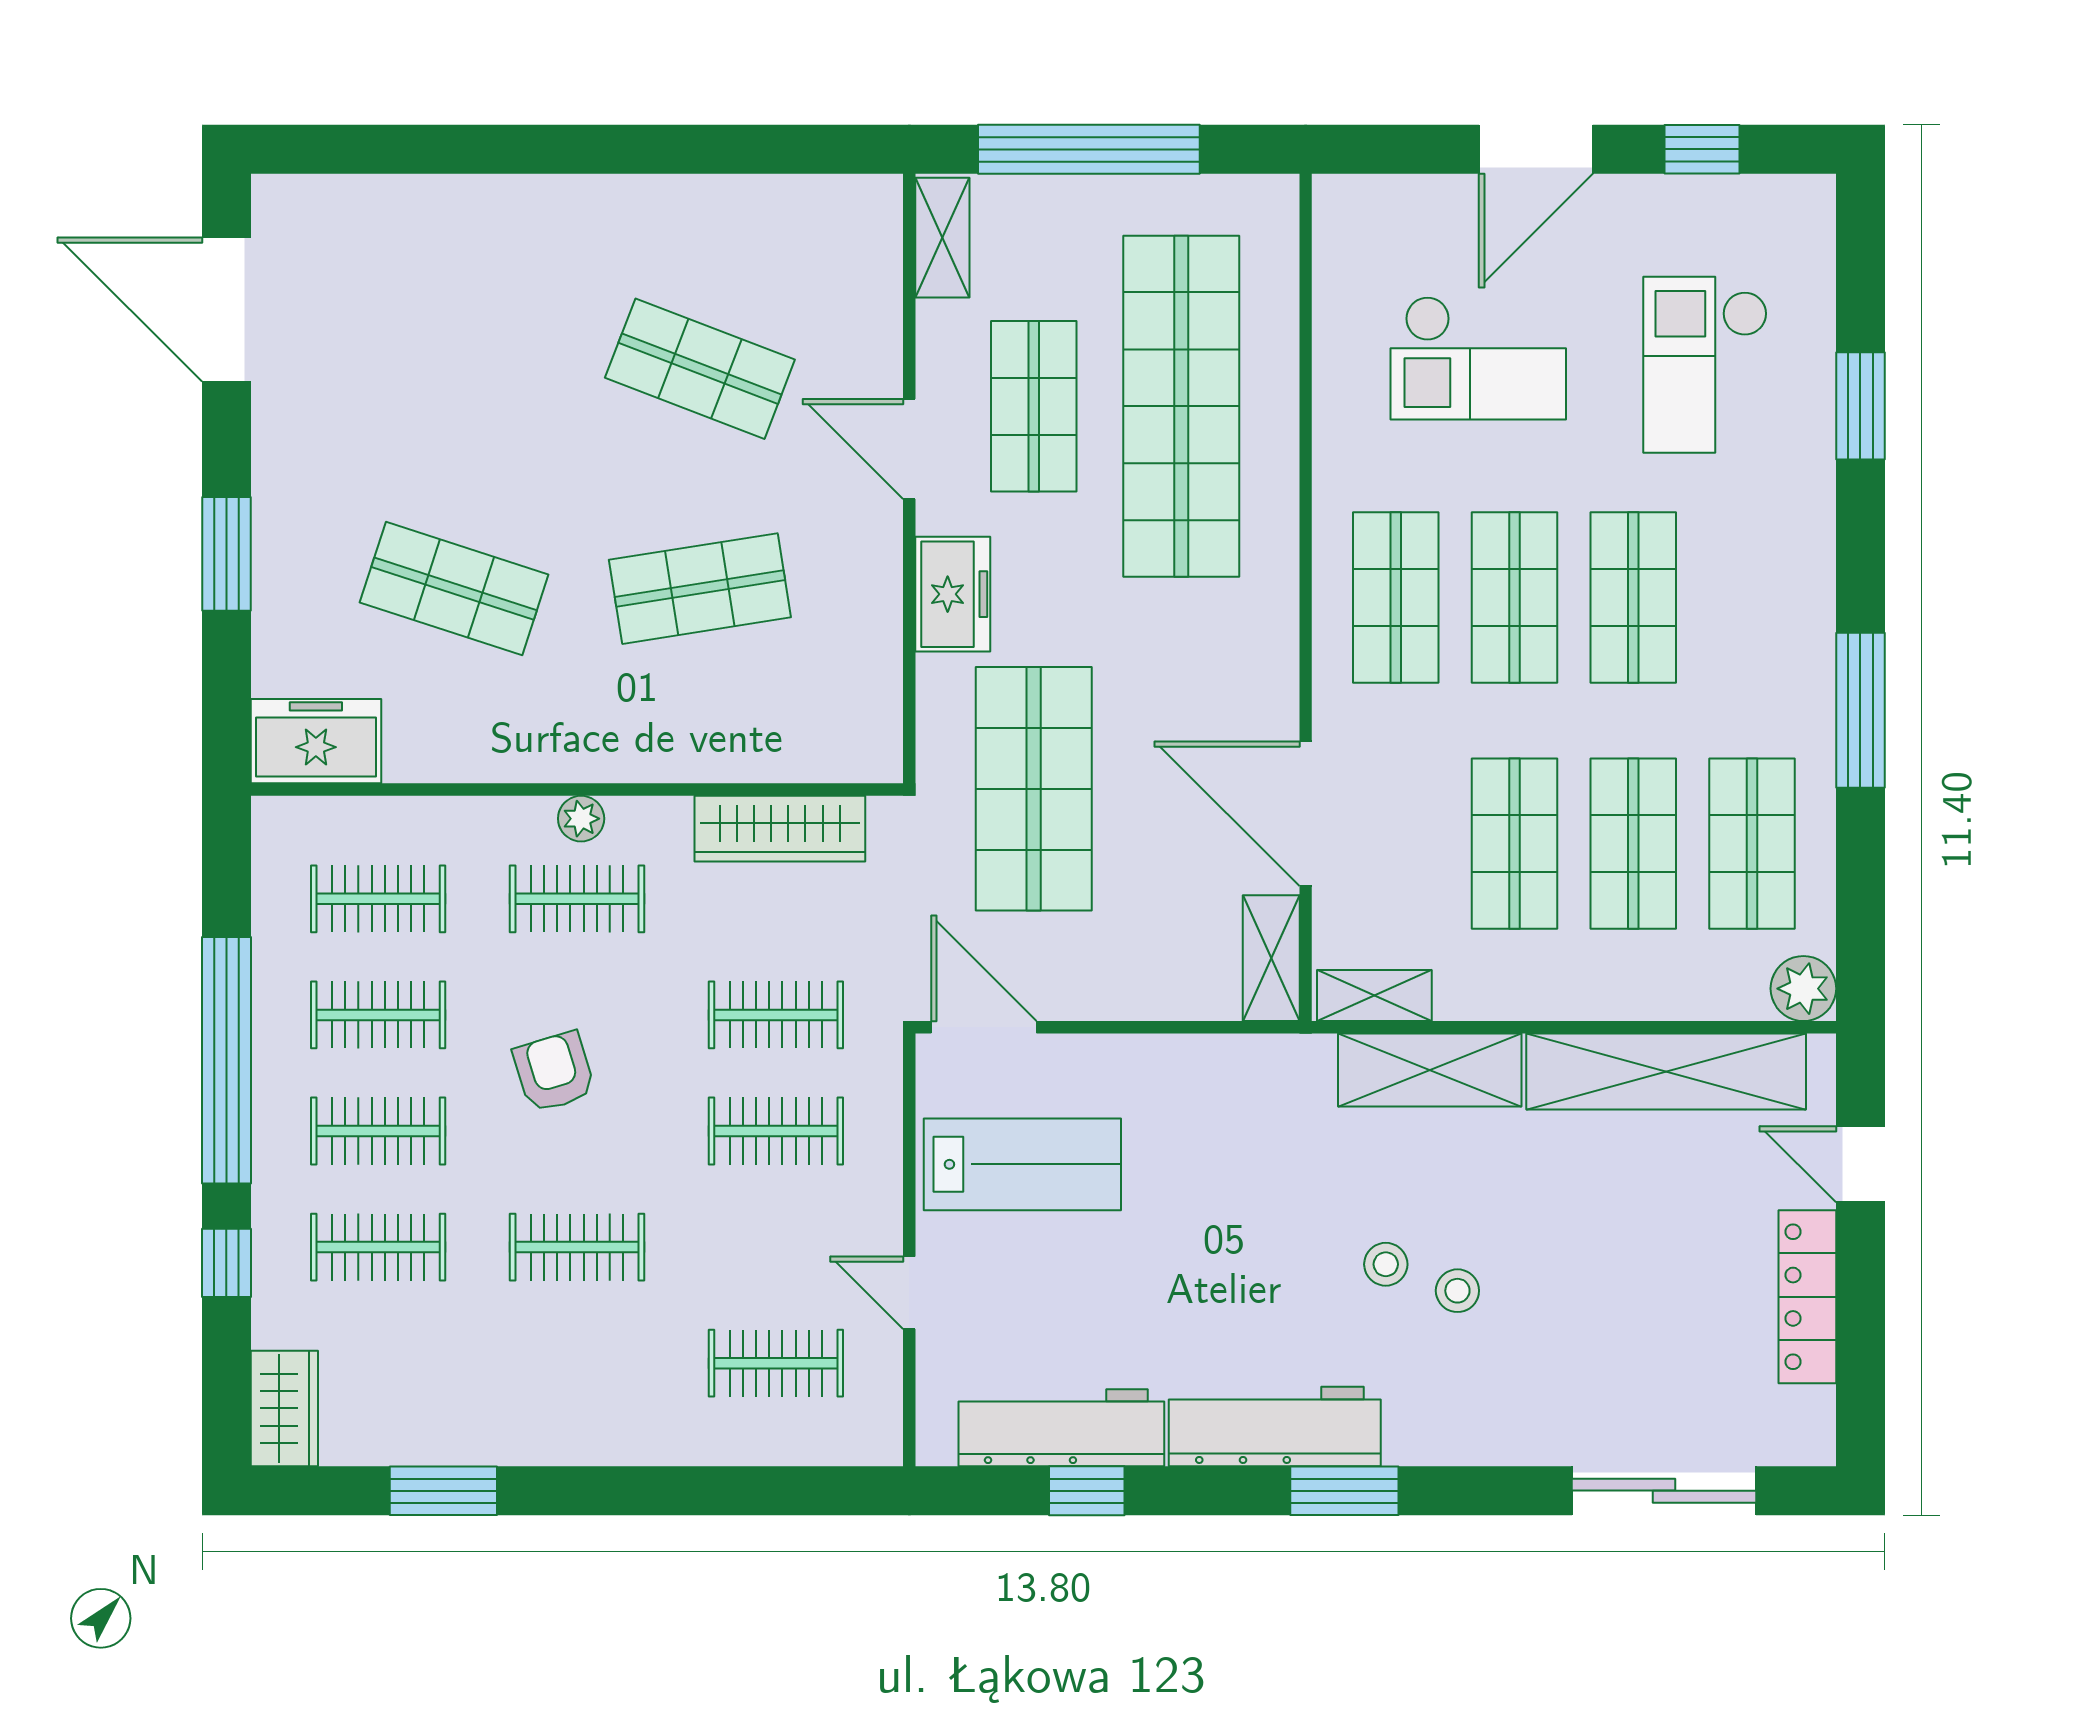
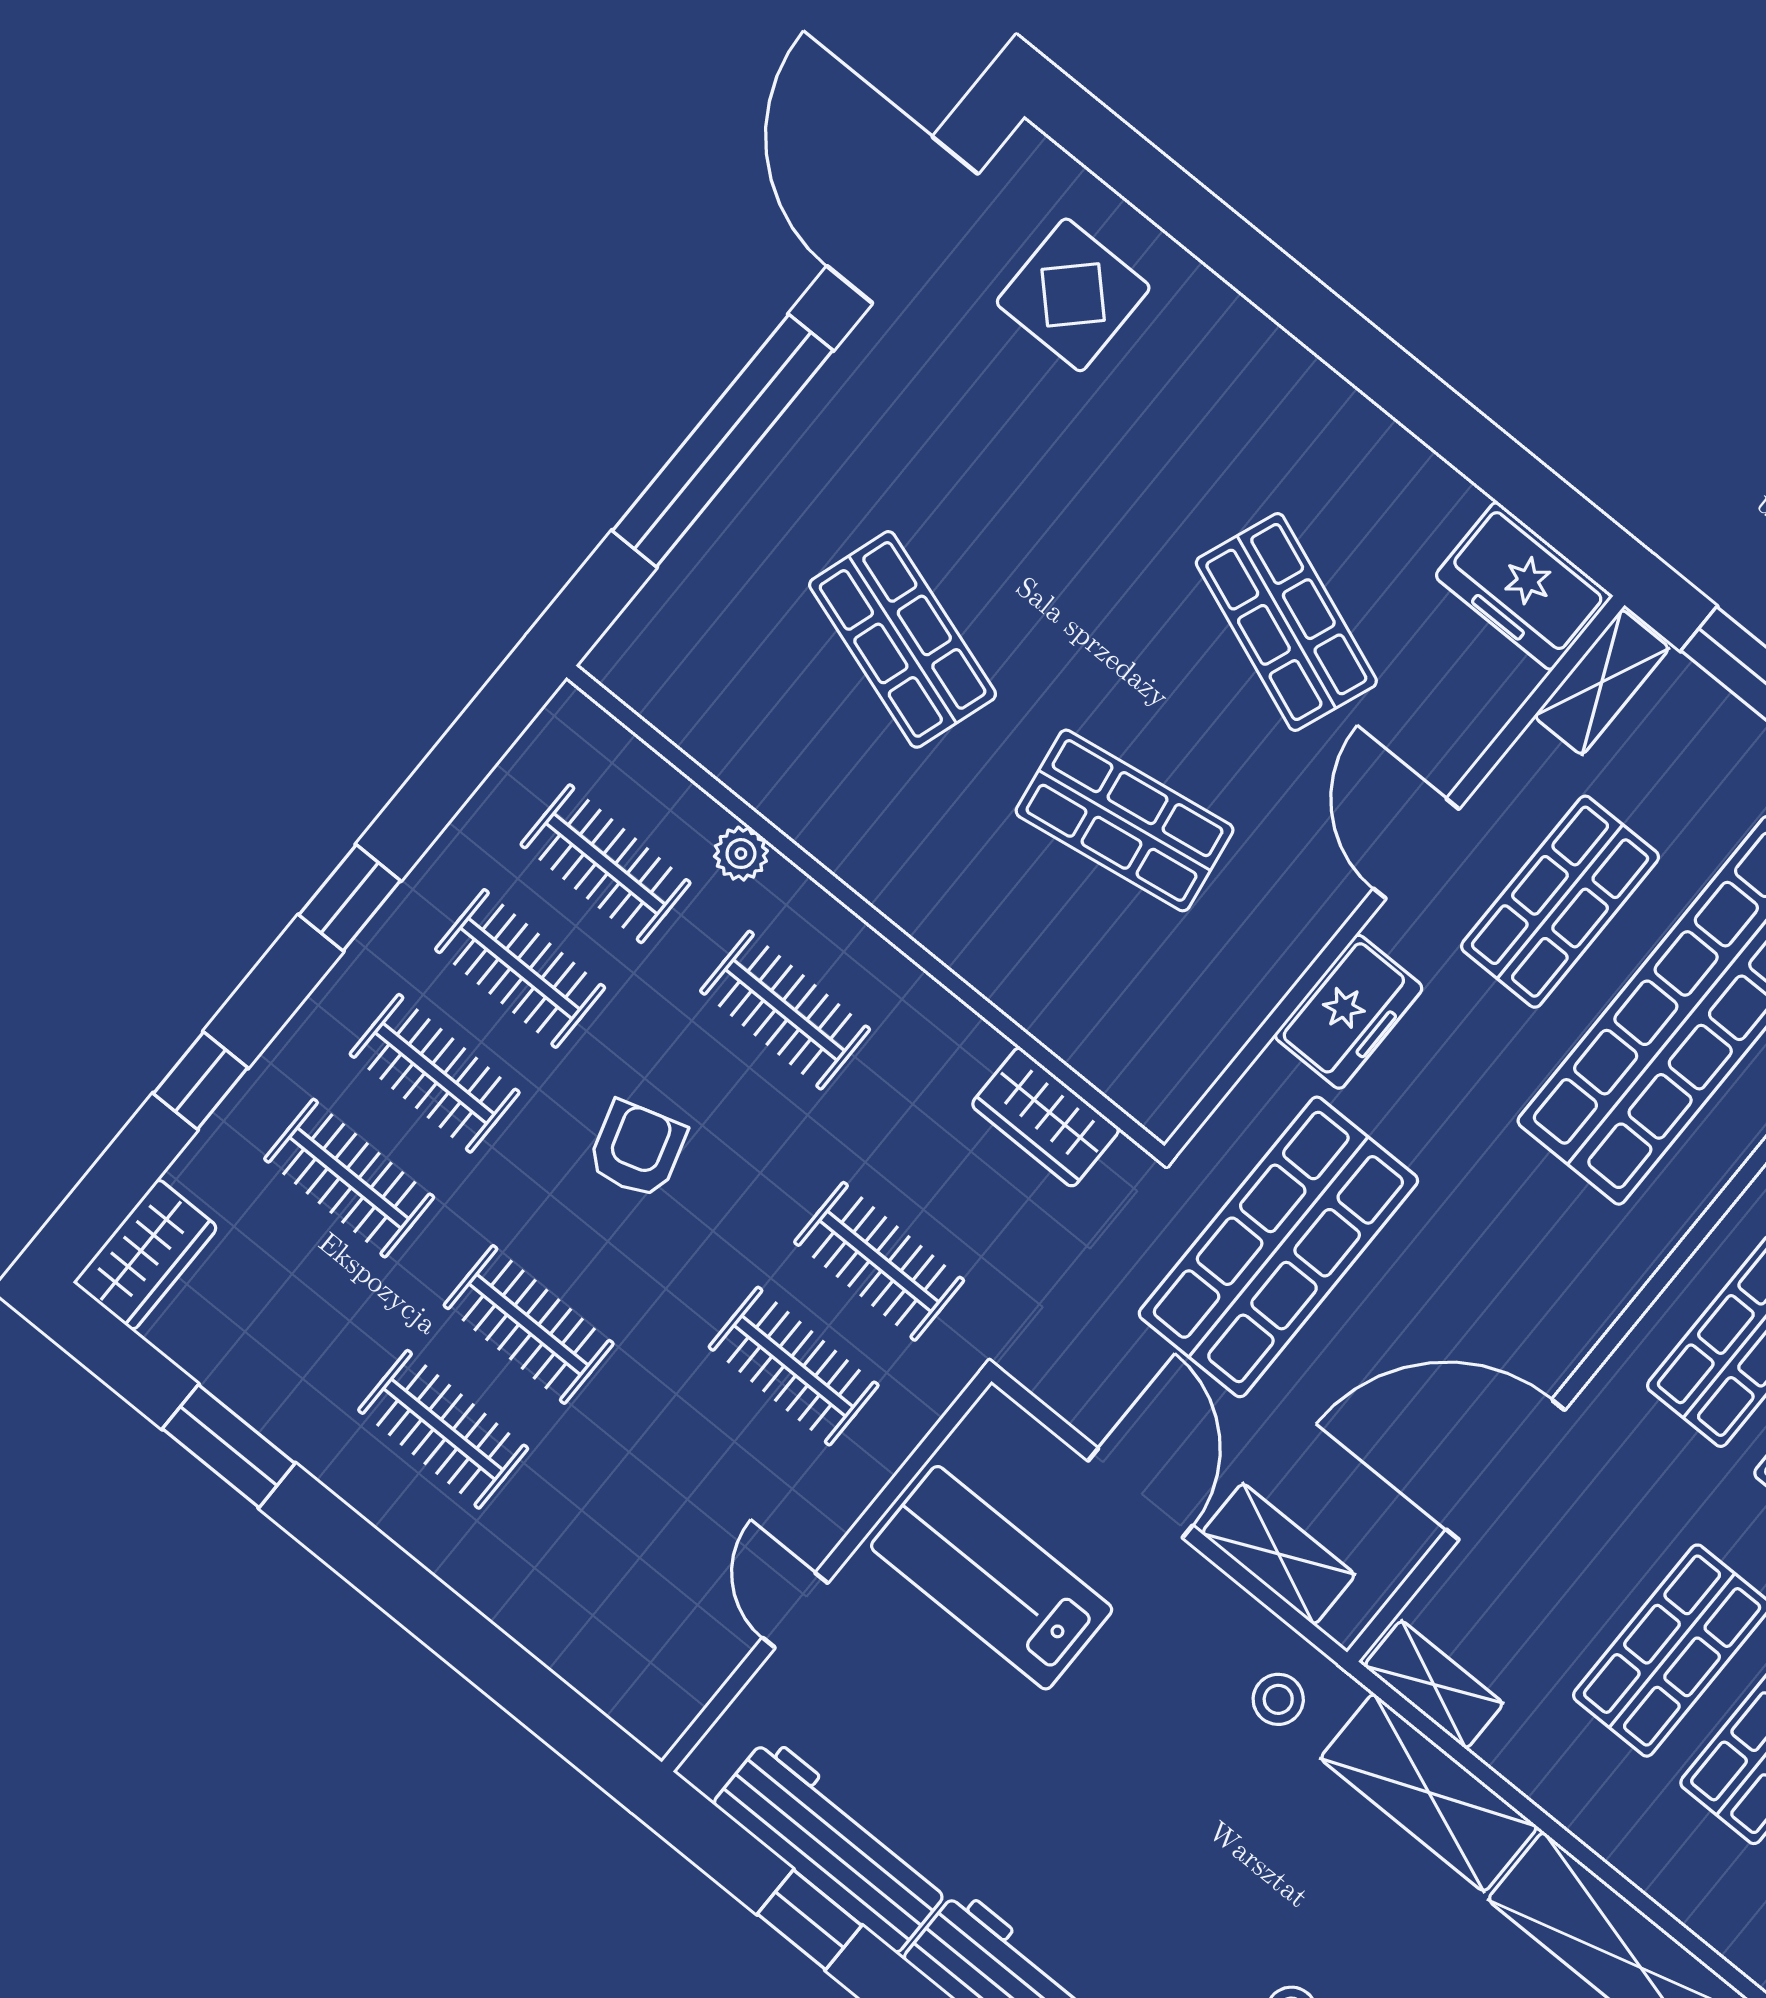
display table: (381, 267) -> (1073, 295), added
window: (226, 554) -> (723, 441), width x2.11
freezer: (316, 741) -> (1523, 586), moved, turned 180
door: (1306, 814) -> (1505, 1470), hinge flipped
plant: (581, 819) -> (741, 854), moved
wardrobe: (780, 829) -> (1046, 1117), width x0.67
shelving: (1271, 958) -> (1278, 1554), moved, turned 90
door: (984, 1027) -> (1140, 1493), moved
window: (226, 1060) -> (350, 898), width x0.32
lab bench: (1022, 1164) -> (992, 1578), turned 180
stool: (1386, 1264) -> (1278, 1699), moved
clothes rail: (776, 1363) -> (443, 1429), moved

